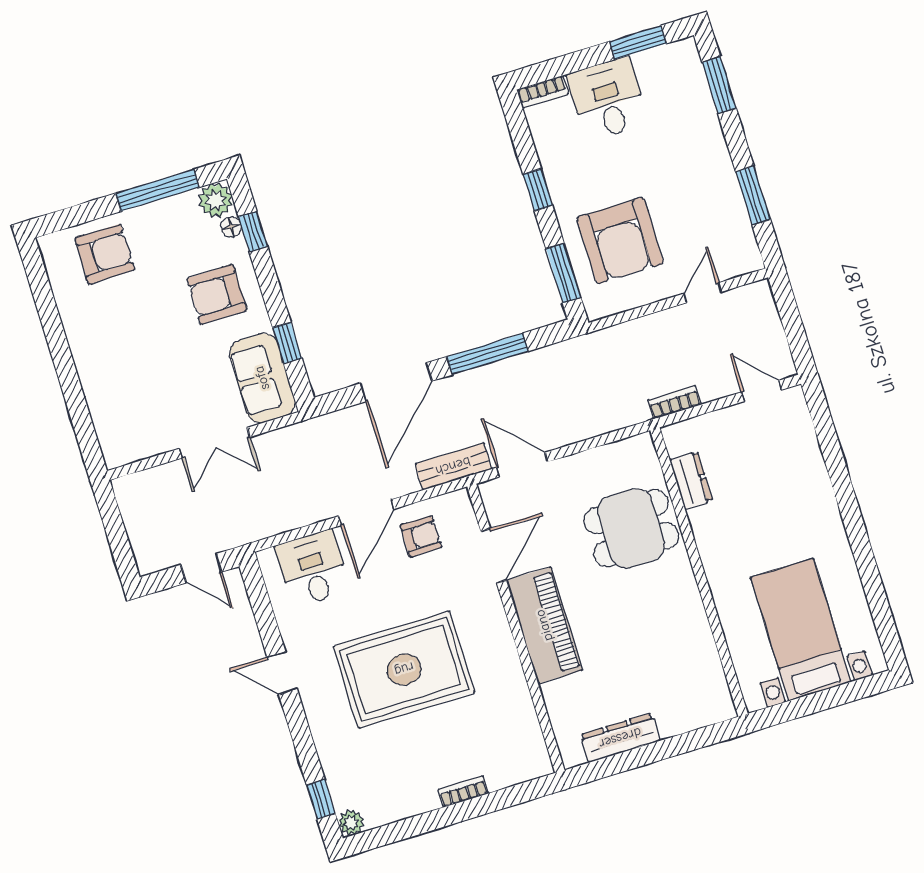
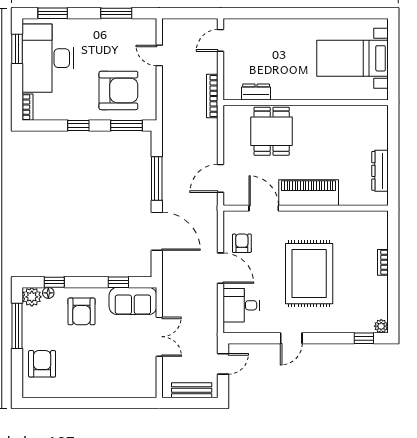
desk: (608, 99) -> (48, 58), width x1.87, depth x1.30
bookcase: (674, 402) -> (212, 96), width x1.56
bench: (453, 466) -> (192, 390), moved, turned 90

